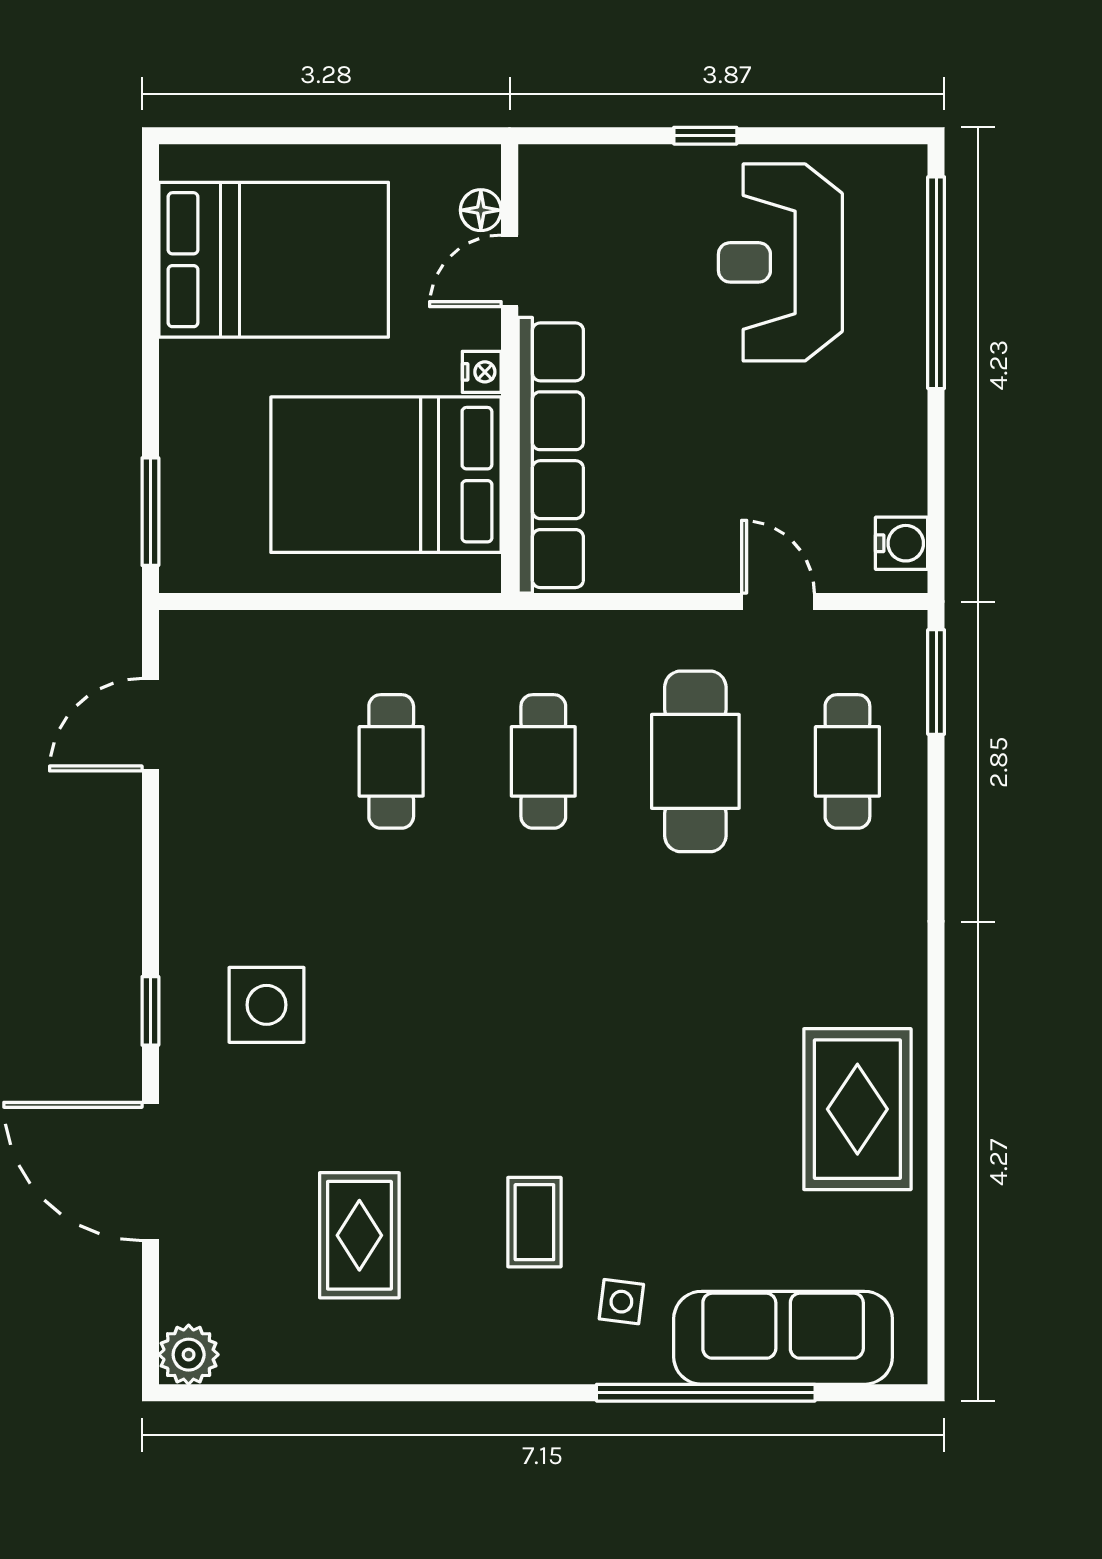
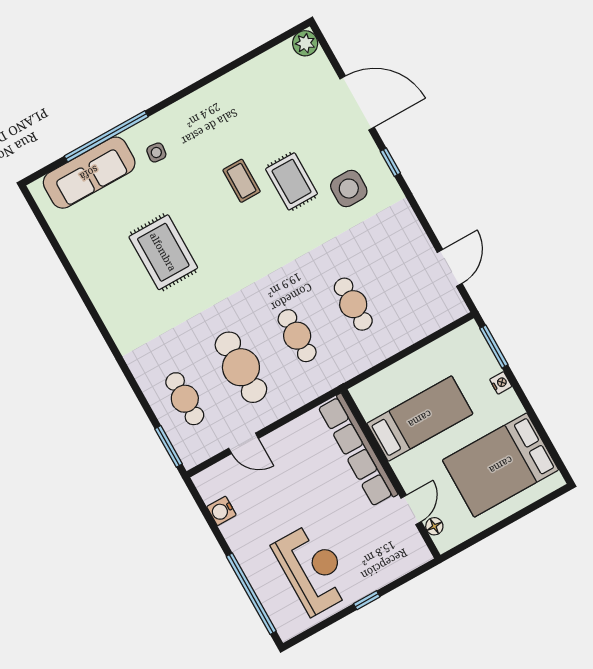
nightstand: (482, 372) -> (501, 383), moved, turned 180
bed: (386, 475) -> (420, 419), width x0.67
water cooler: (902, 543) -> (221, 511), moved
rug: (857, 1109) -> (163, 252), moved
coffee table: (534, 1222) -> (242, 181), moved
rug: (359, 1235) -> (292, 181), moved

